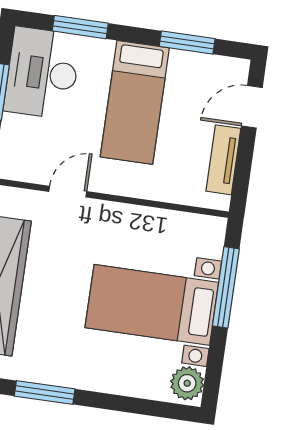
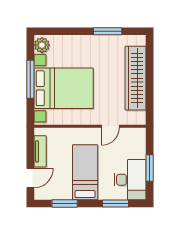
window: (226, 287) -> (30, 79), moved
bed with nightstands: (152, 305) -> (64, 88), width x1.36

